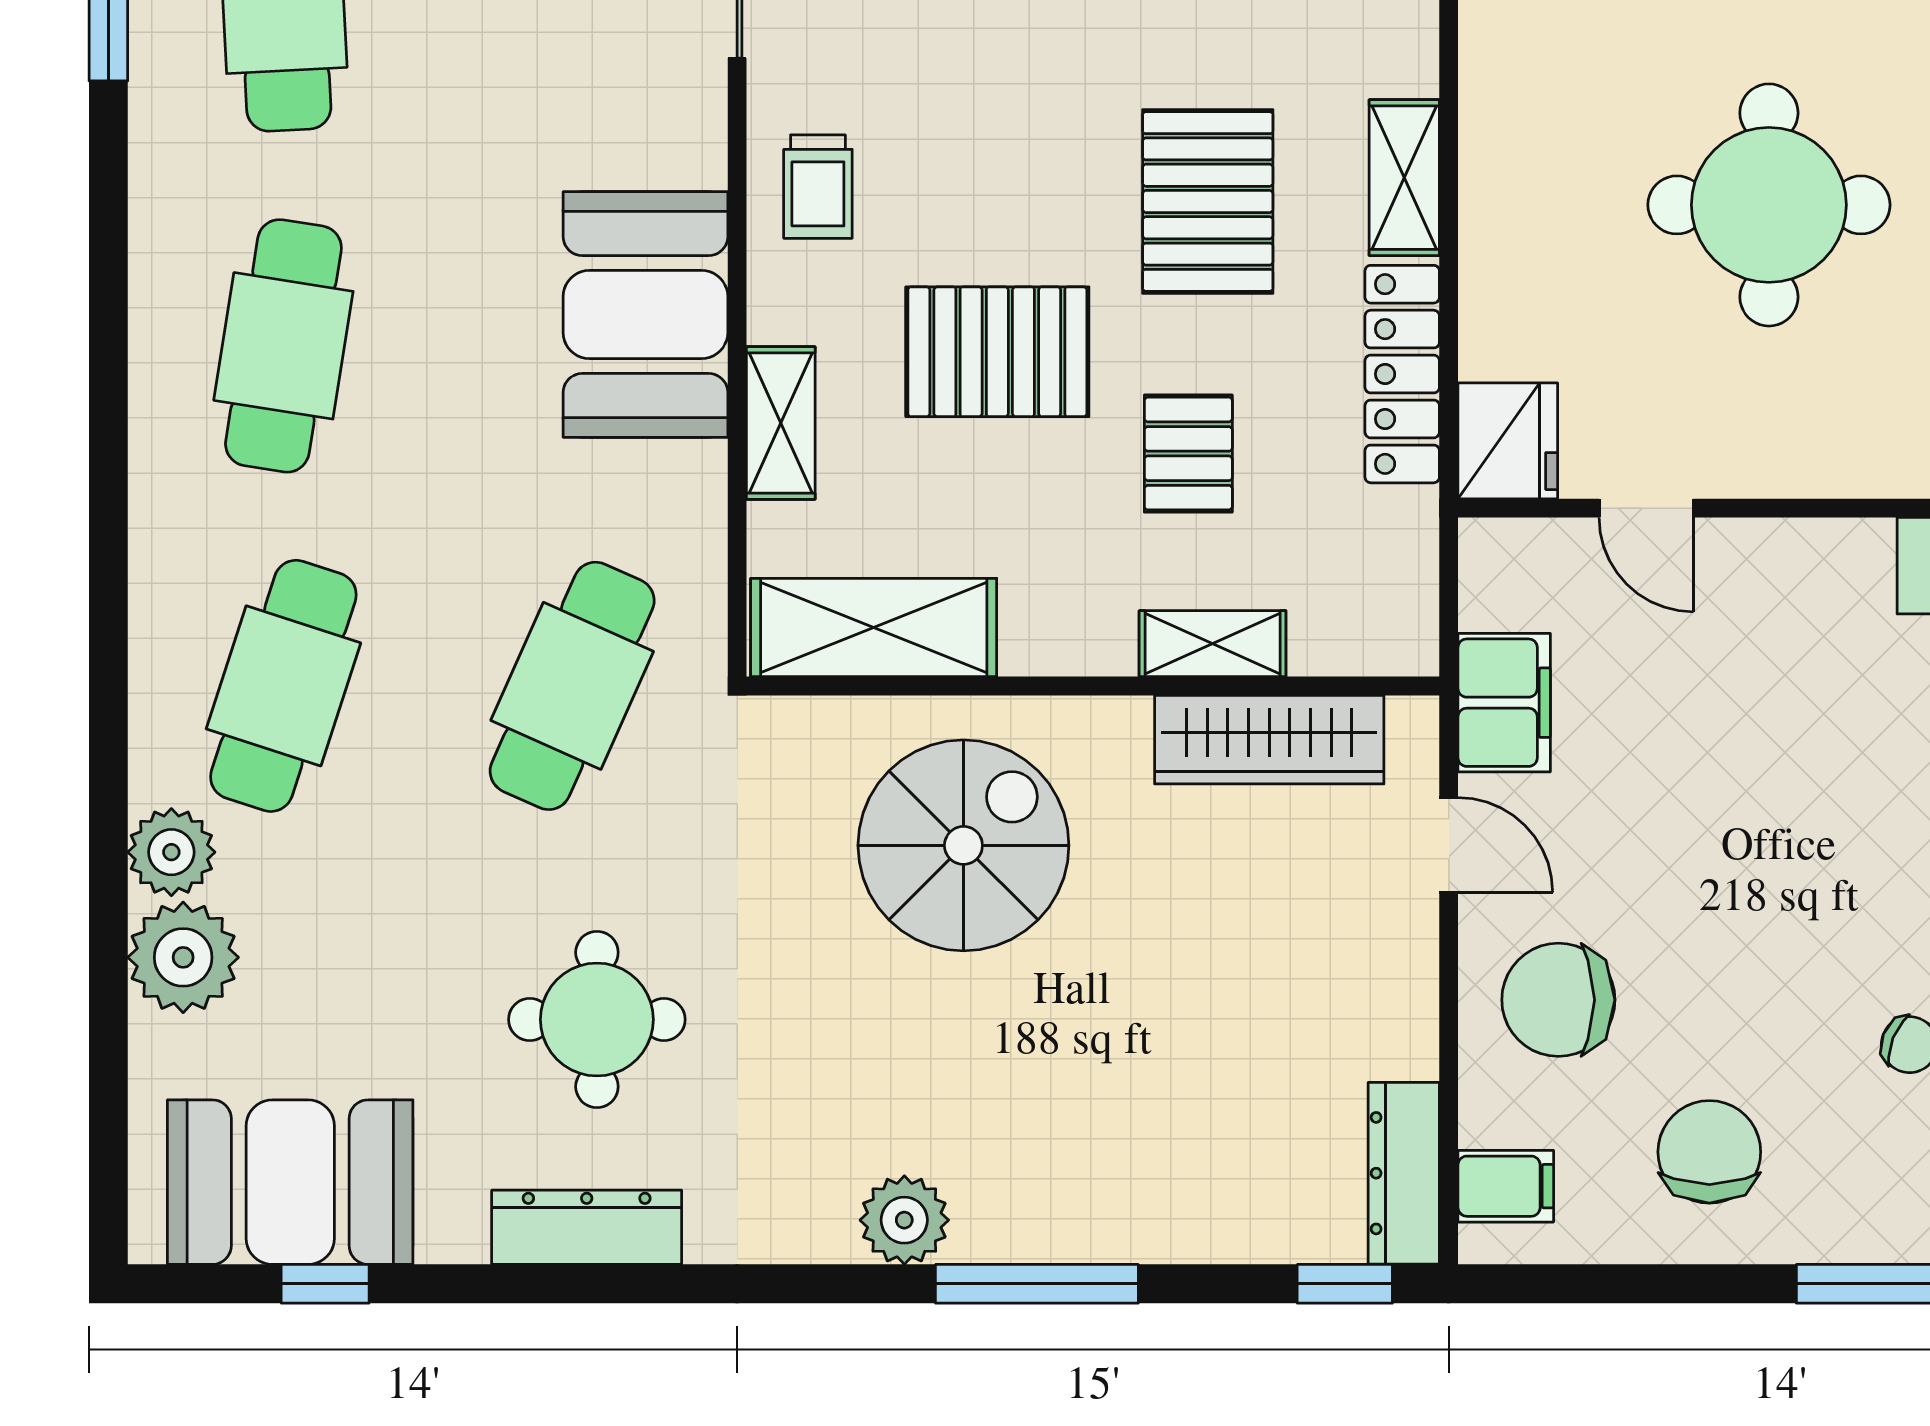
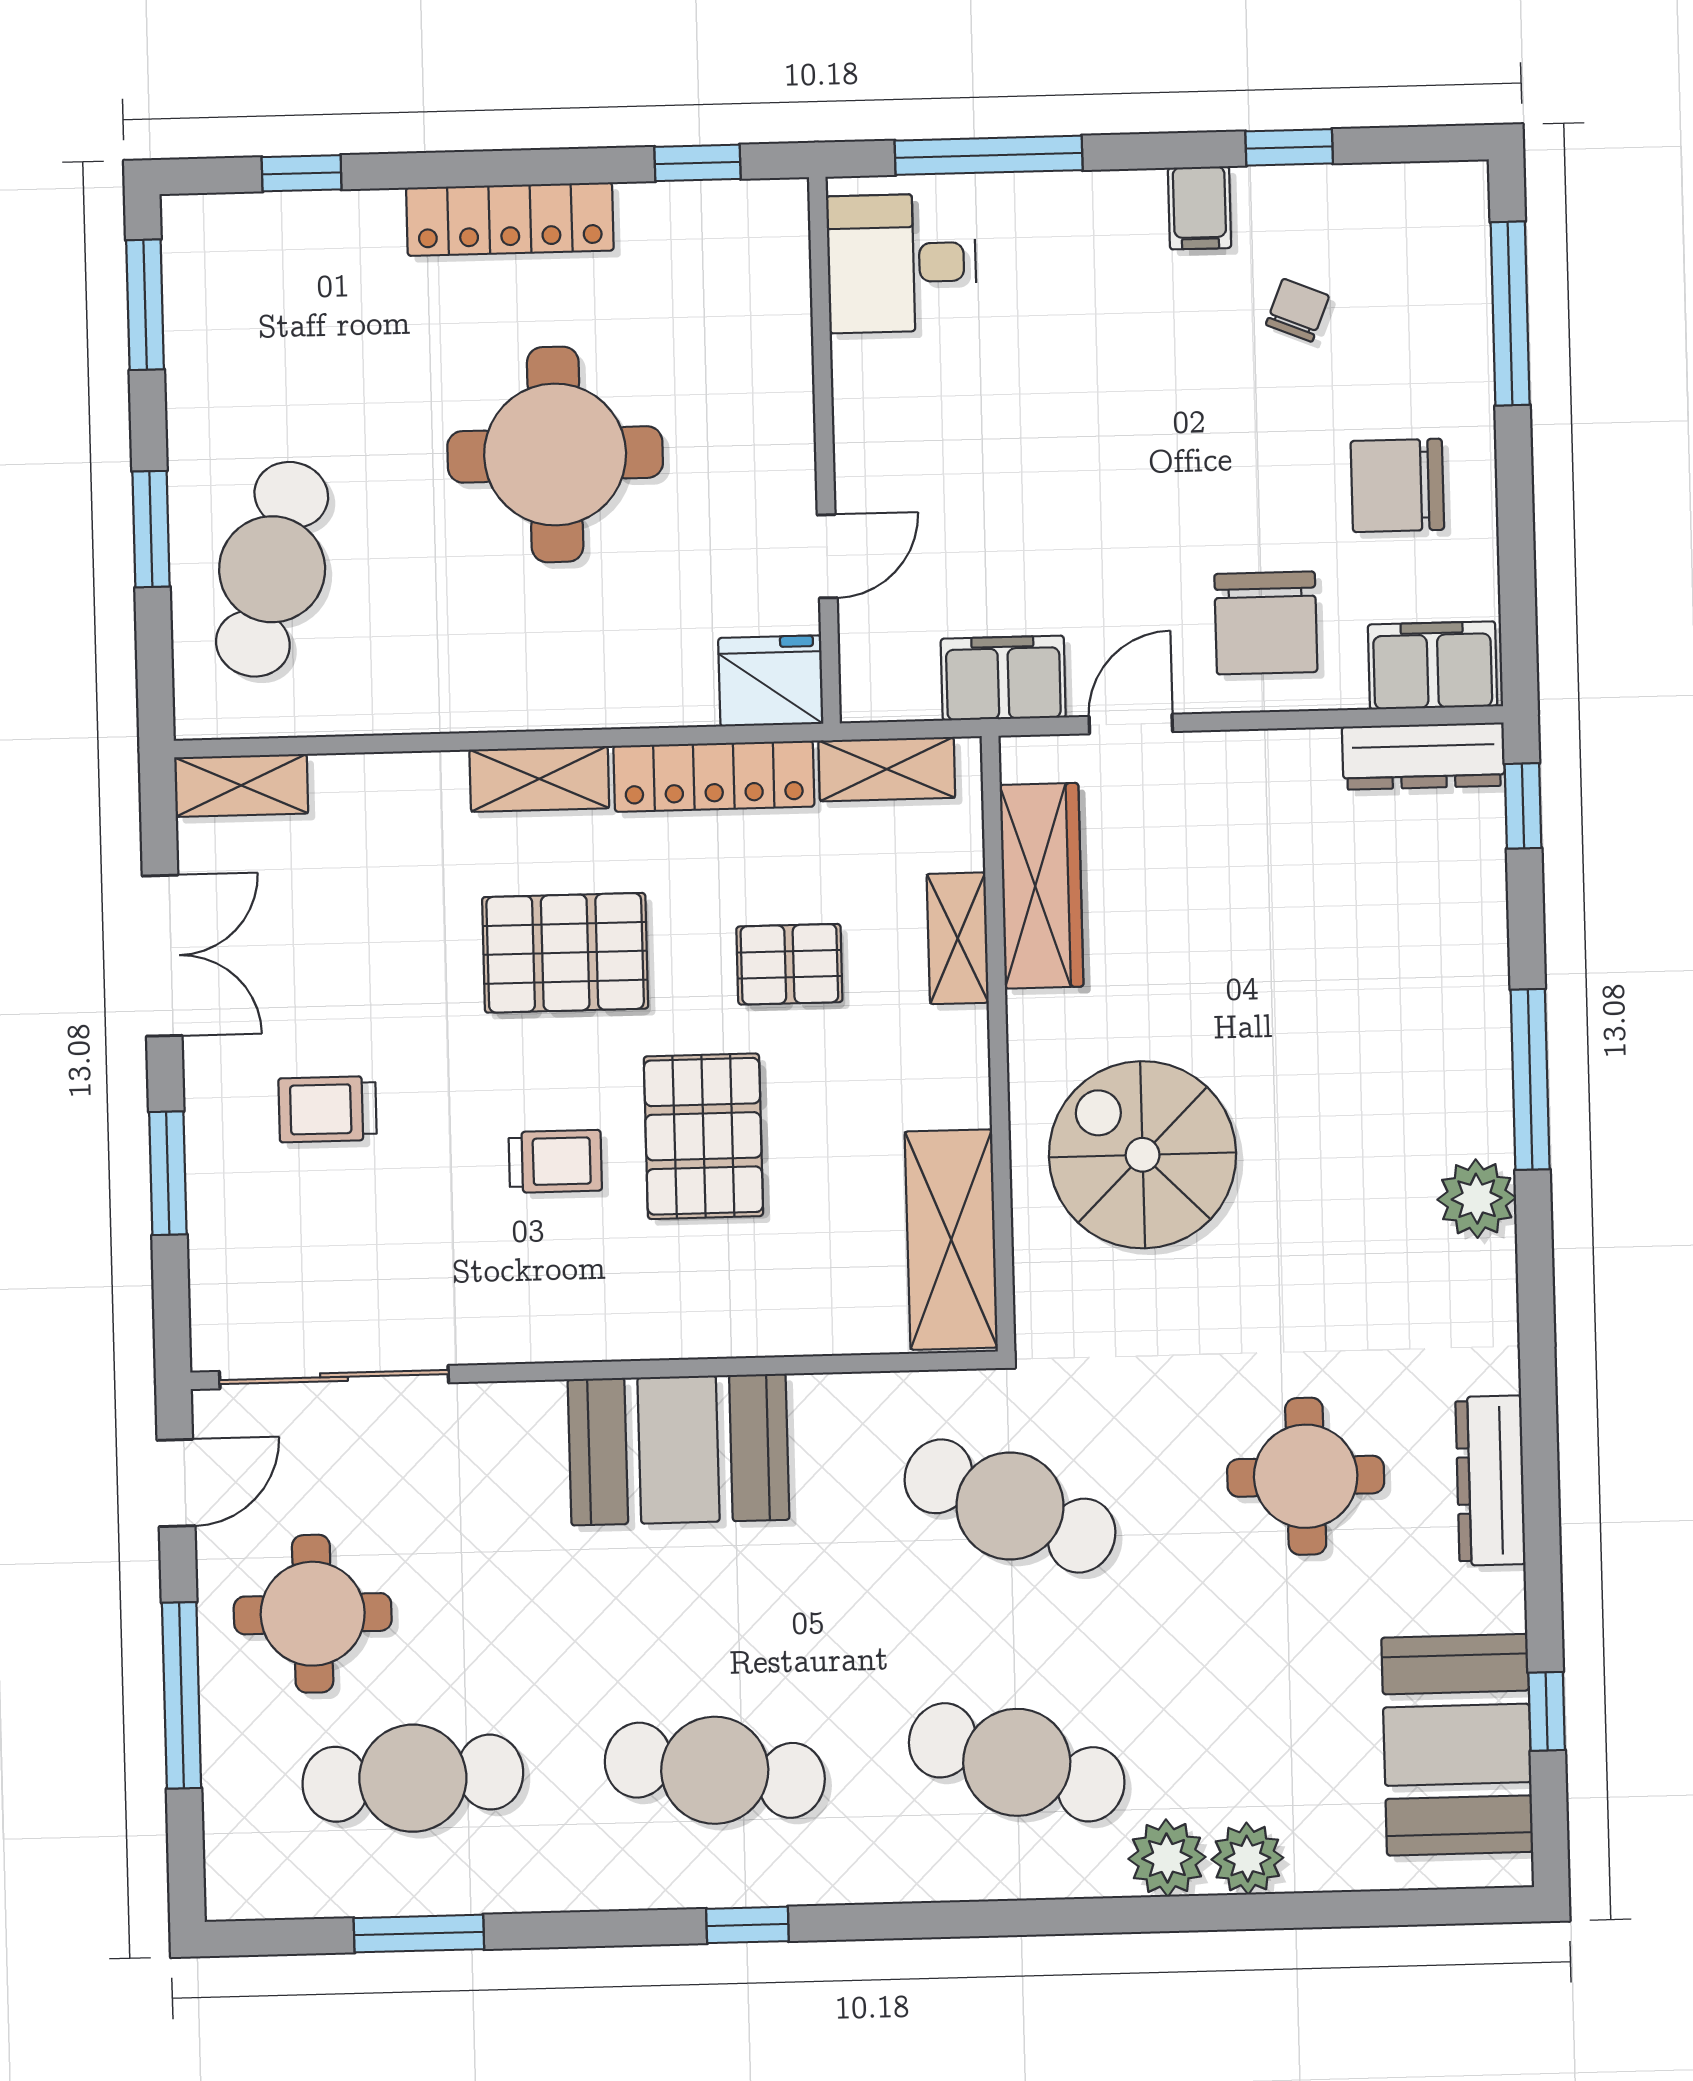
trolley: (818, 187) -> (555, 1161), moved
window: (108, 378) -> (747, 1925), added
shelving: (781, 423) -> (887, 769), moved
plant: (183, 957) -> (1247, 1859), width x0.73, depth x0.73
filing cabinet: (1506, 1186) -> (1433, 665), width x2.00

